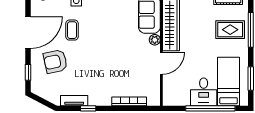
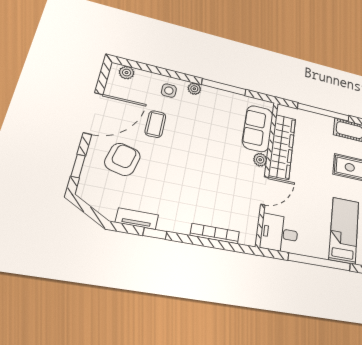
armchair: (55, 61) -> (123, 159), turned 115
desk: (204, 92) -> (279, 233), moved, turned 90

